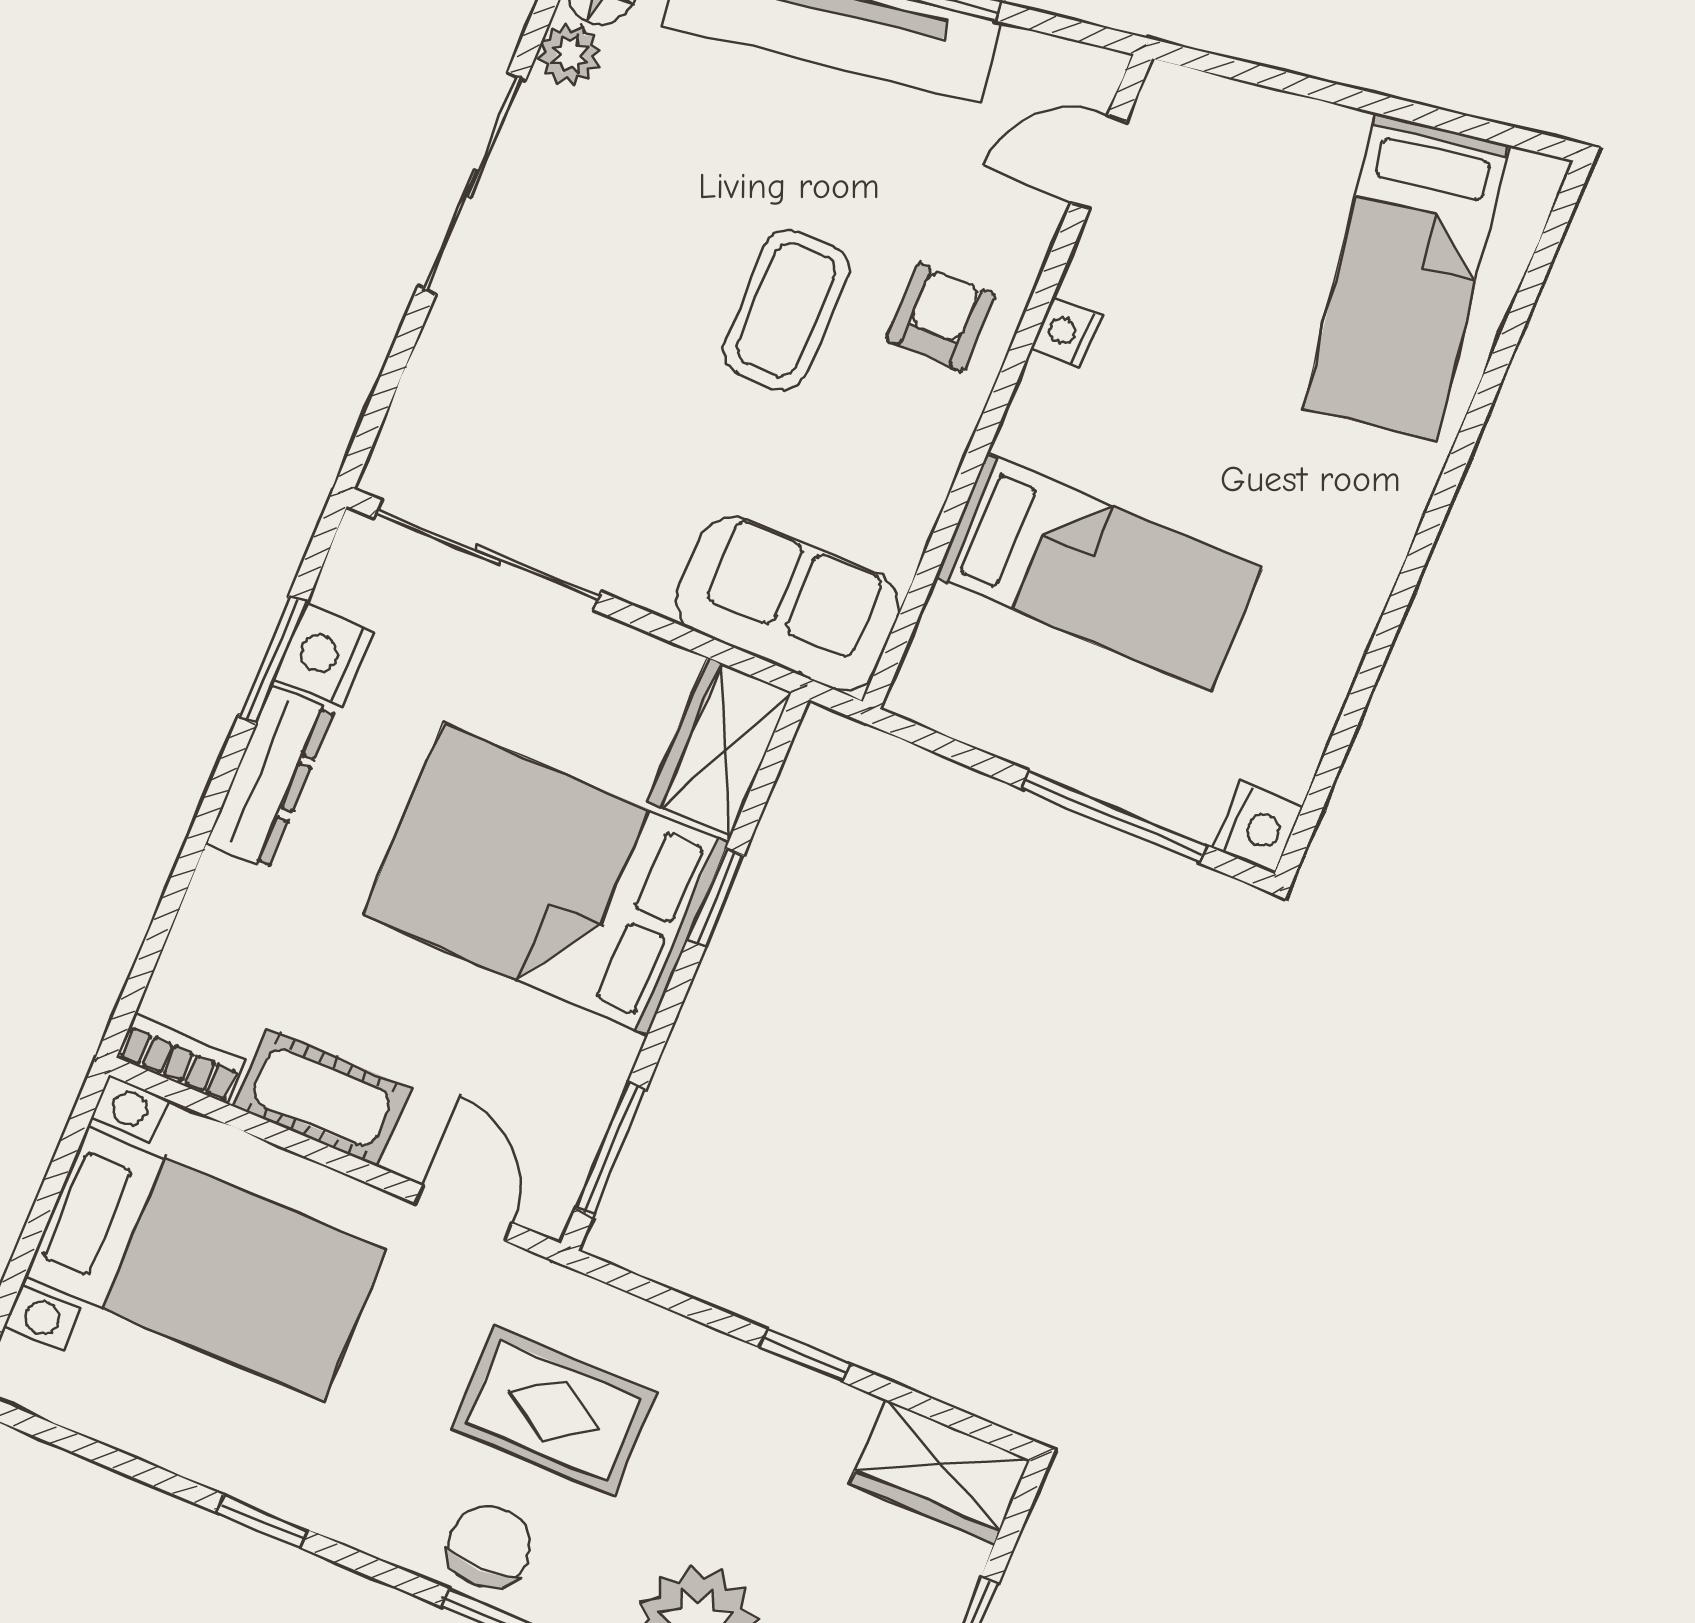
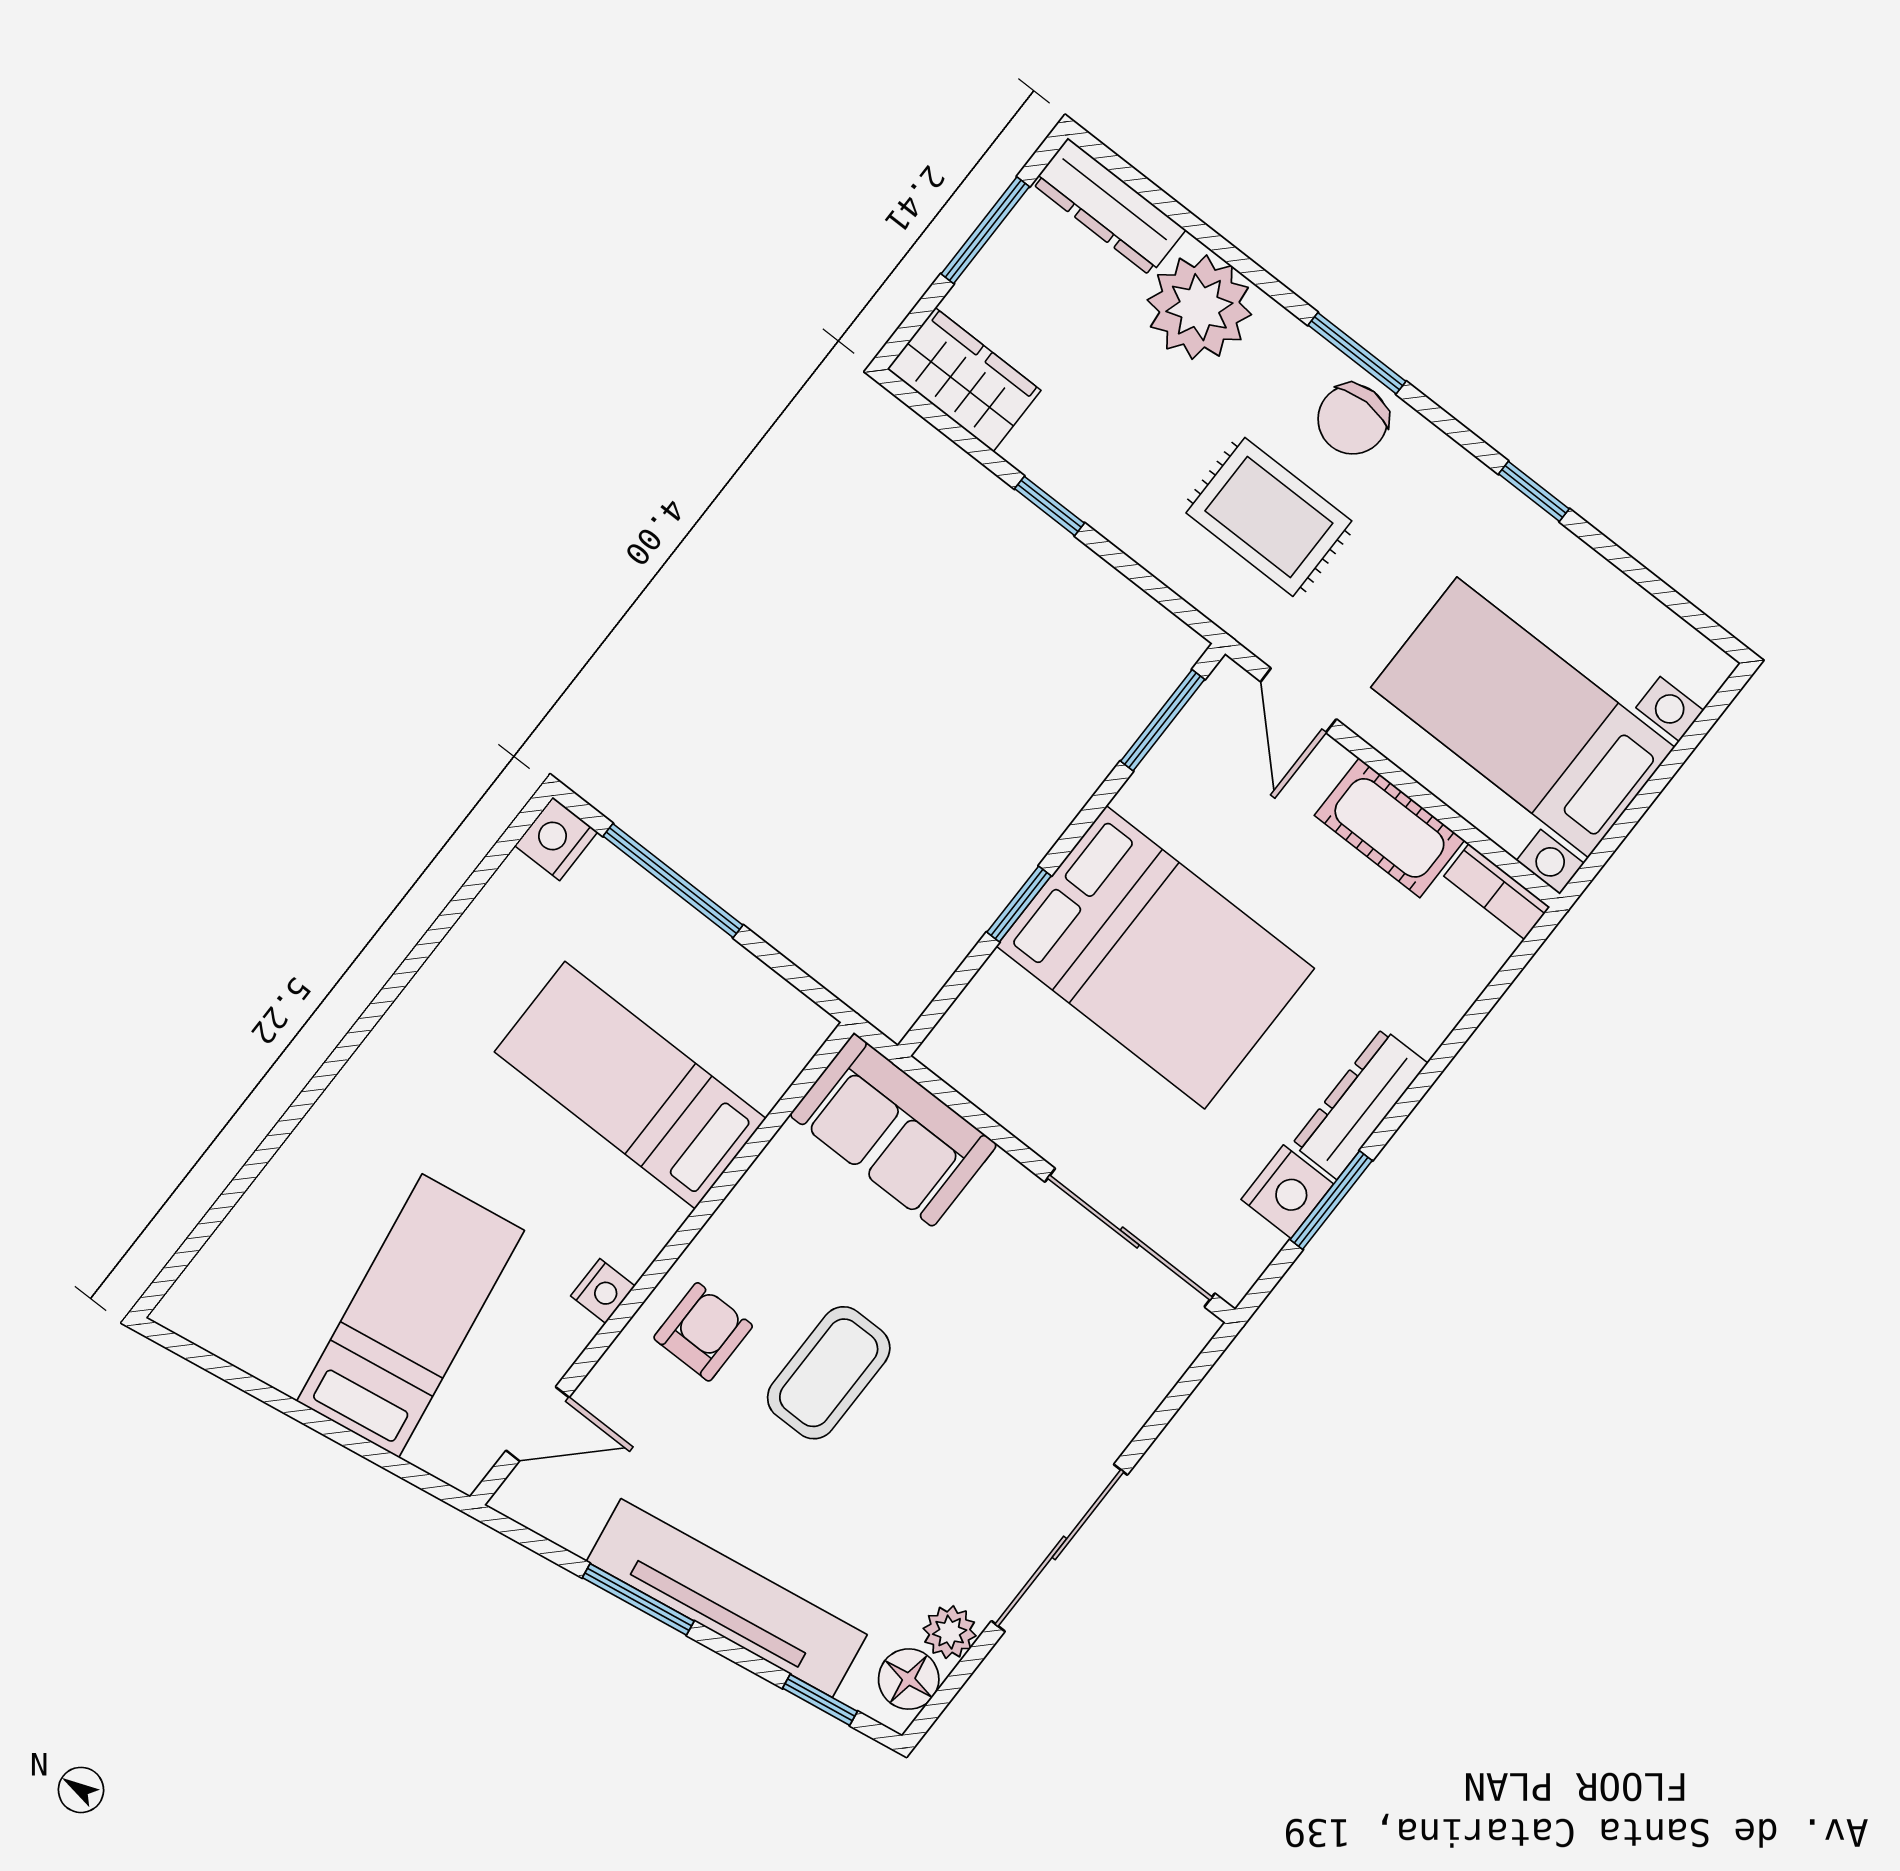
bed: (1406, 277) -> (410, 1316), moved
armchair: (940, 317) -> (703, 1332), turned 180
wardrobe: (719, 747) -> (982, 1027), removed

